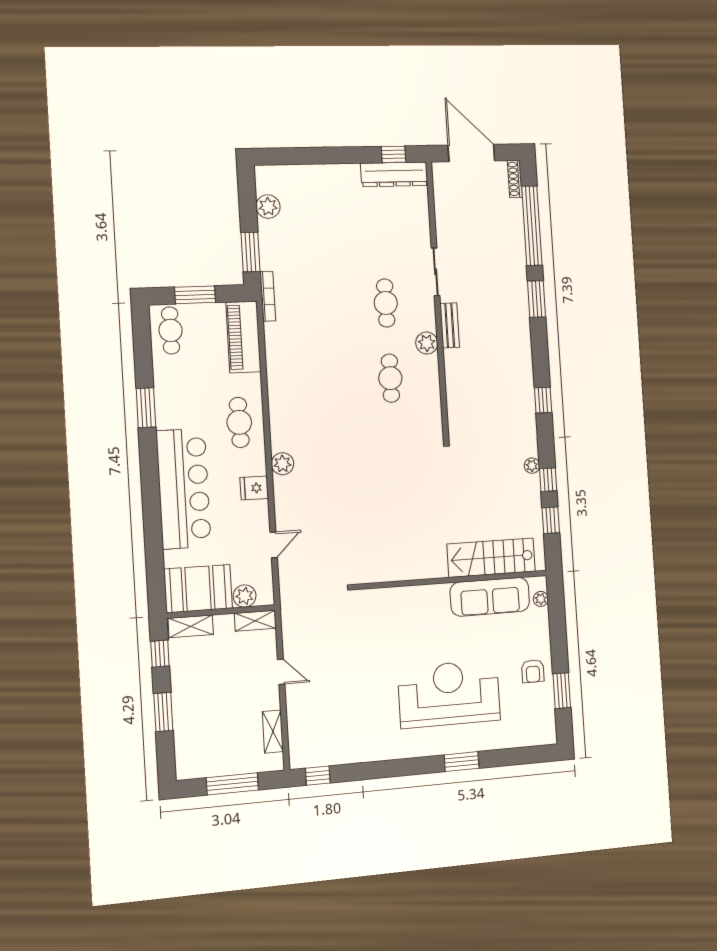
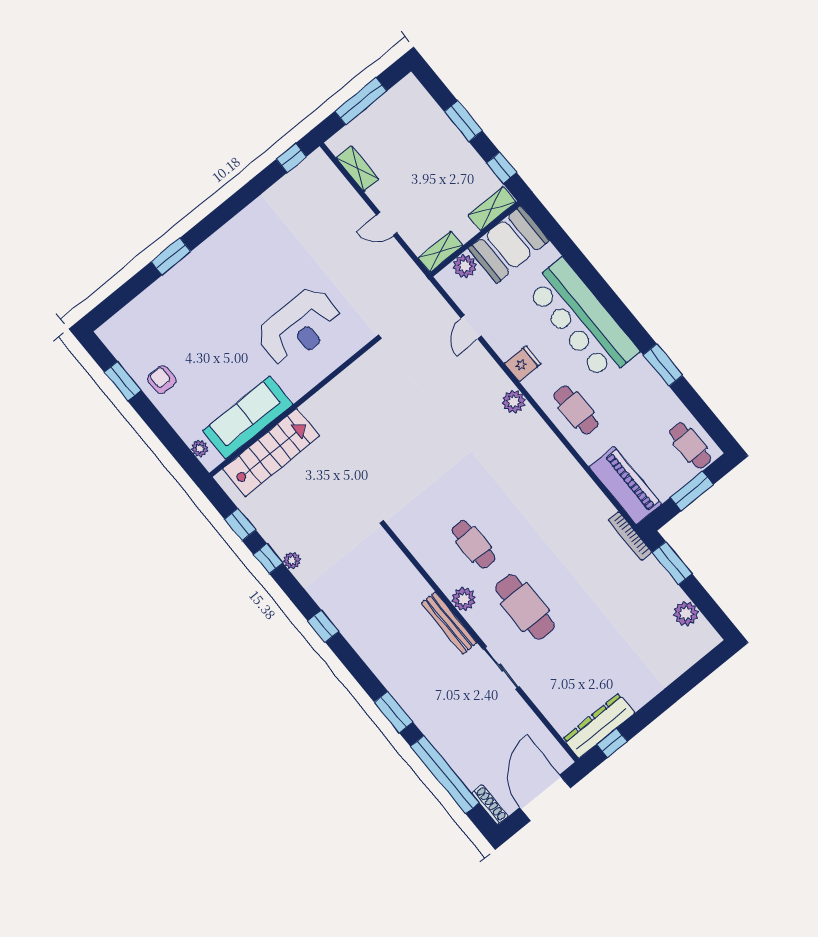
door: (471, 153) -> (545, 798), swing flipped
cafe table: (386, 303) -> (525, 607), width x1.37, depth x1.35
bench: (450, 325) -> (449, 623), width x1.36
reception desk: (449, 694) -> (299, 327), moved, width x0.74, depth x0.77

